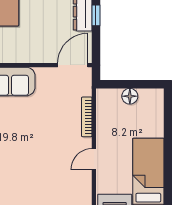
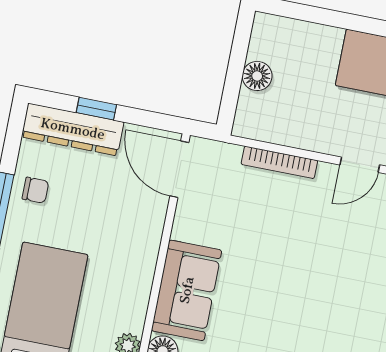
door: (94, 159) -> (360, 165), hinge flipped

